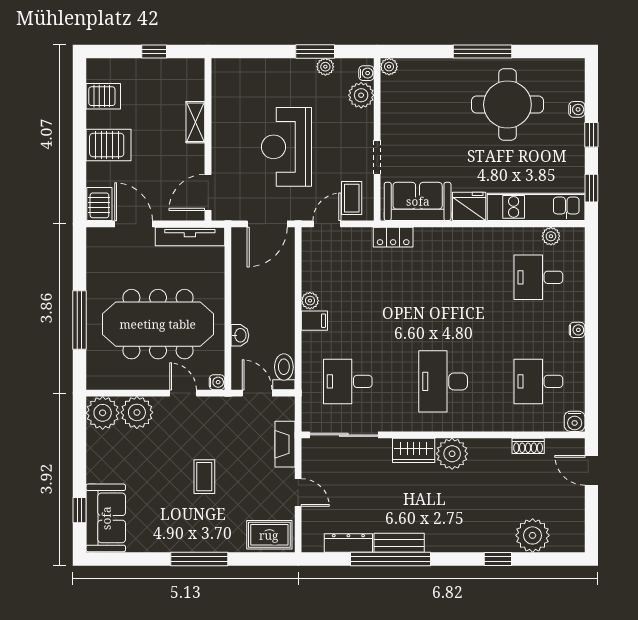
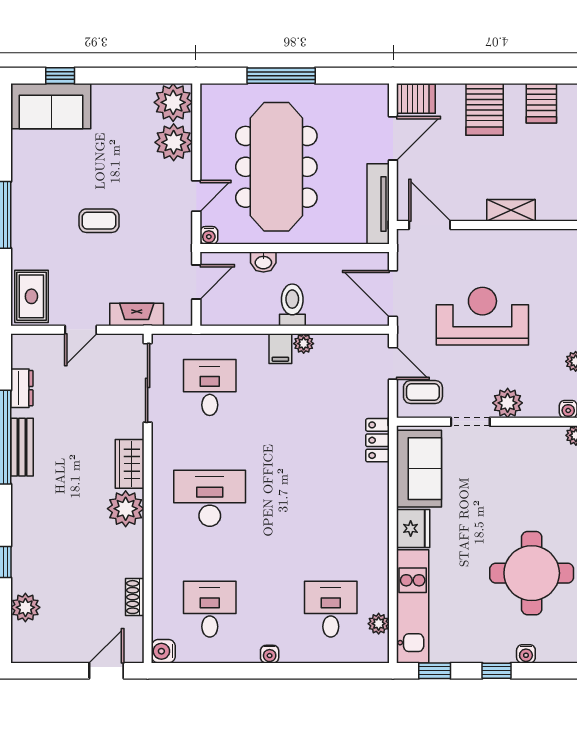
plant: (361, 95) -> (508, 403), moved
toilet: (284, 372) -> (292, 305), moved, turned -90
plant: (533, 535) -> (25, 607), width x0.73, depth x0.73
dresser: (348, 543) -> (22, 388), width x0.70

